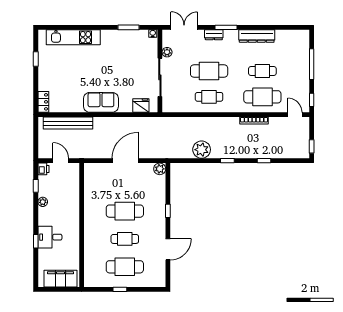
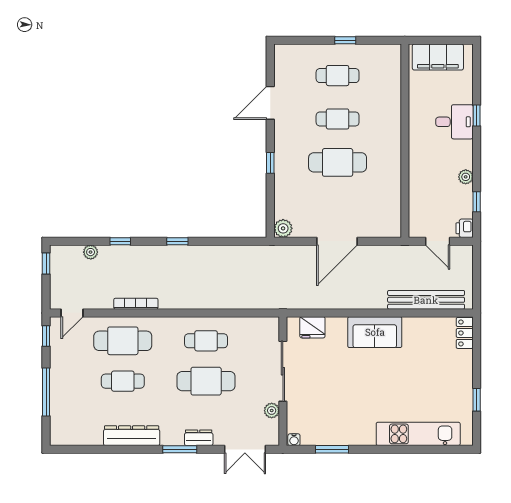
door: (295, 115) -> (72, 313), hinge flipped
plant: (202, 150) -> (91, 252), moved, width x0.53, depth x0.53
cafe table: (125, 267) -> (338, 76), width x0.73, depth x0.74

